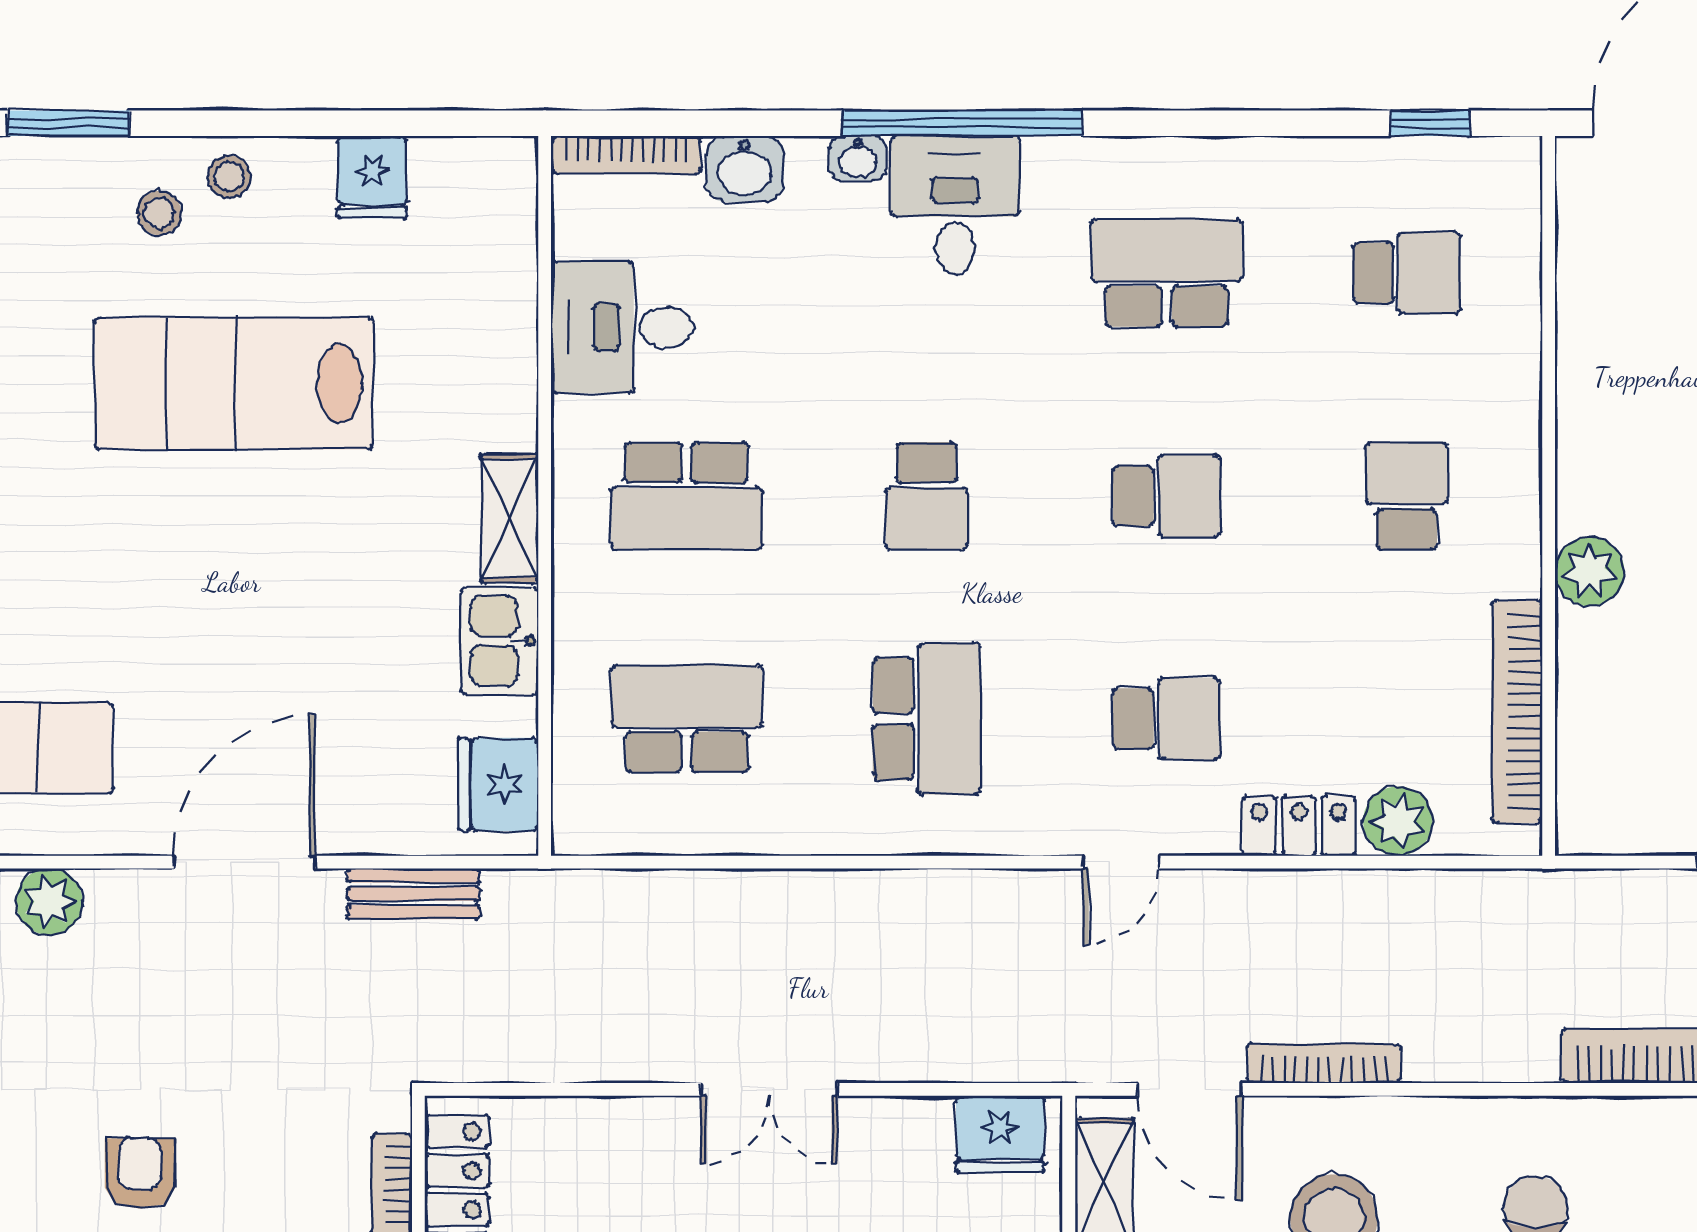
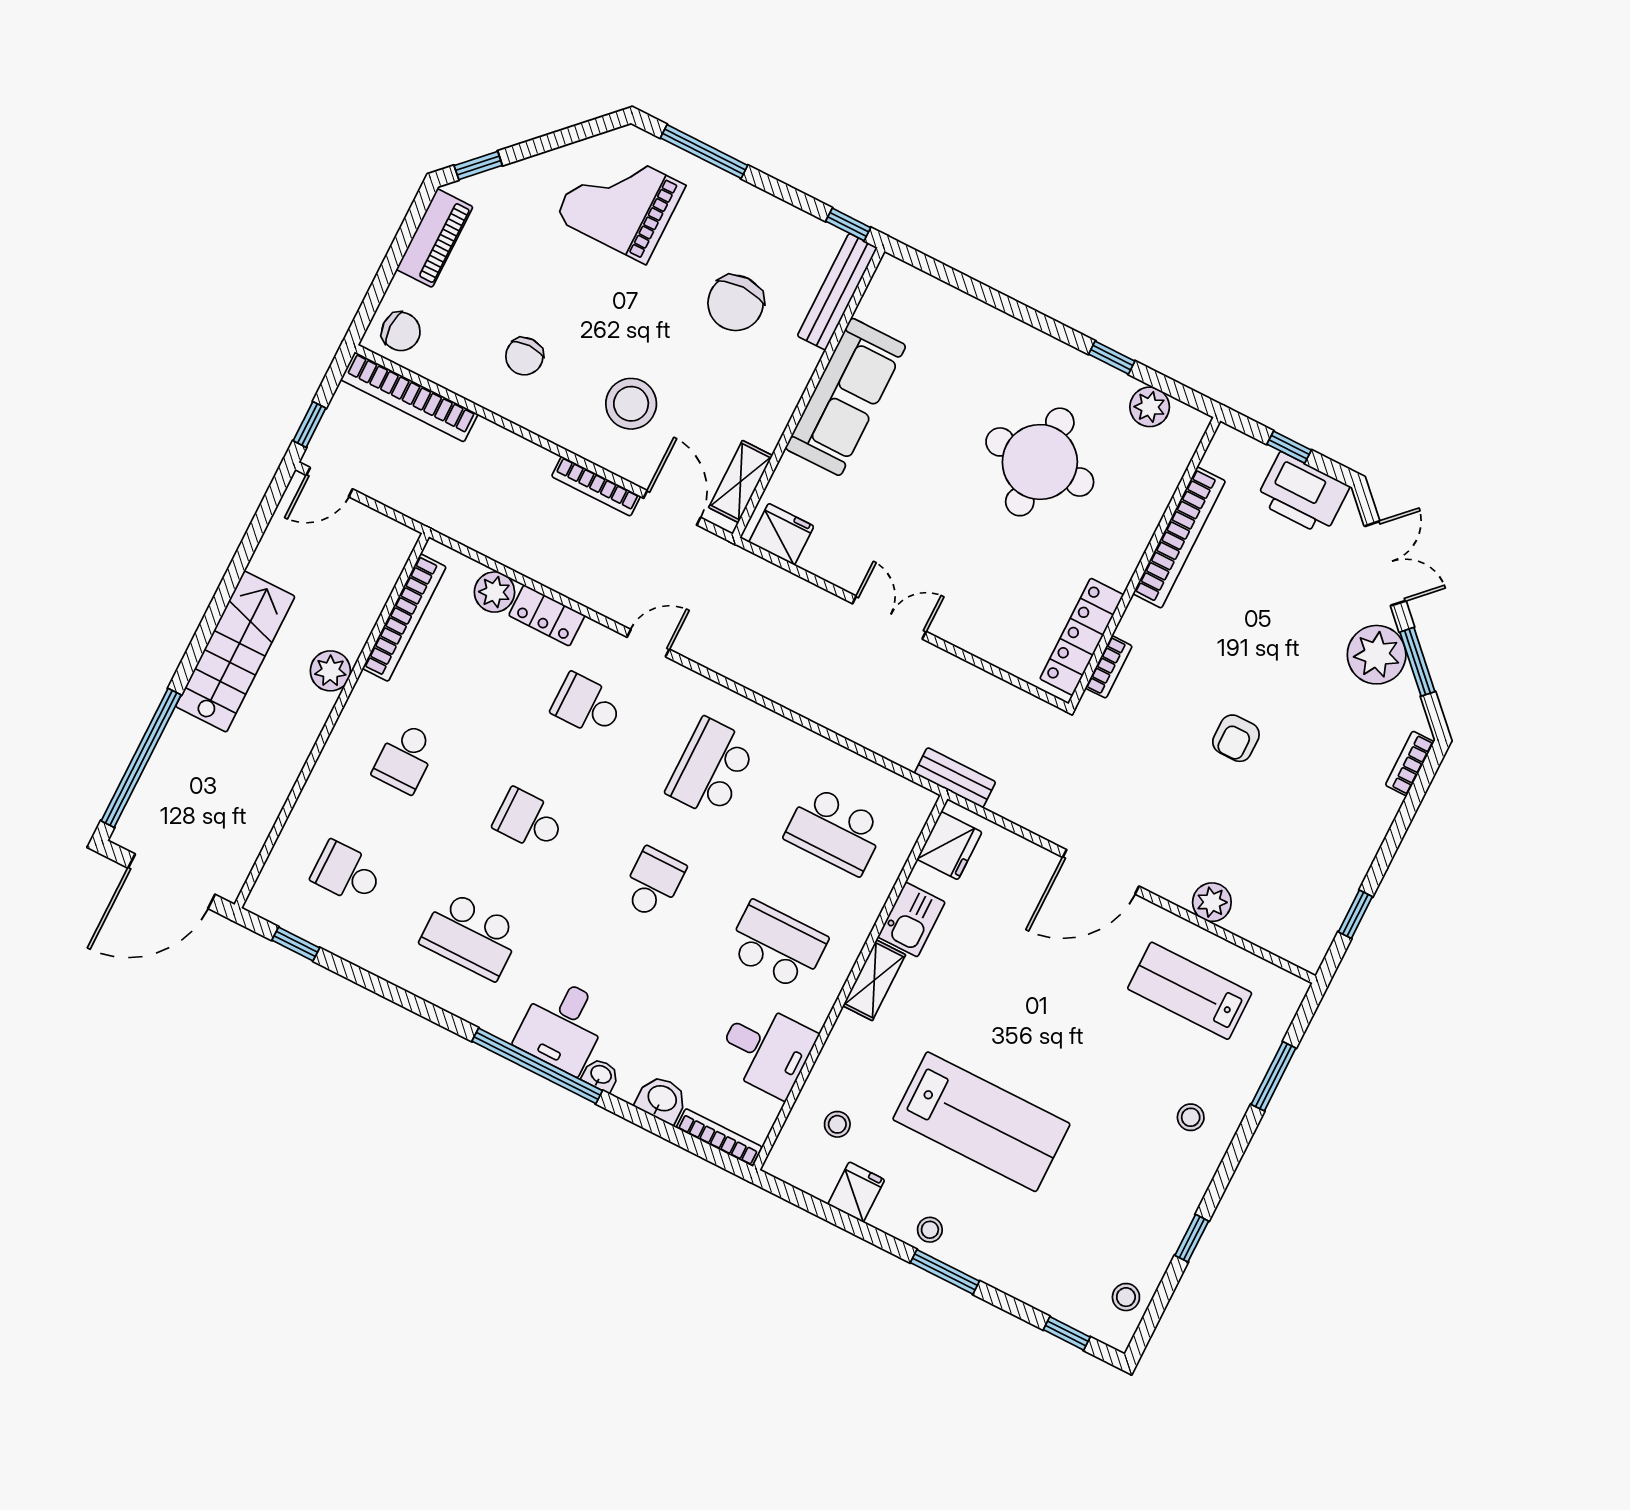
window: (69, 123) -> (945, 1272), moved
stool: (159, 213) -> (837, 1124), moved
bench: (413, 894) -> (955, 778), moved

